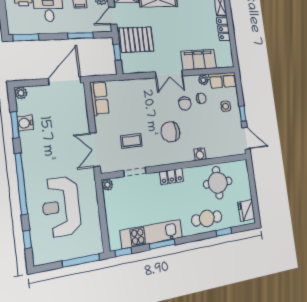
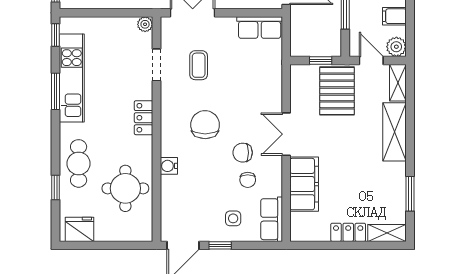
plant: (203, 80) -> (274, 187), removed

